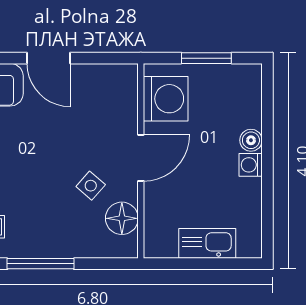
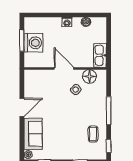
washing machine: (166, 99) -> (33, 43), moved, turned 90
boiler: (251, 140) -> (86, 22), moved
kitchen sink: (207, 243) -> (100, 55), moved

